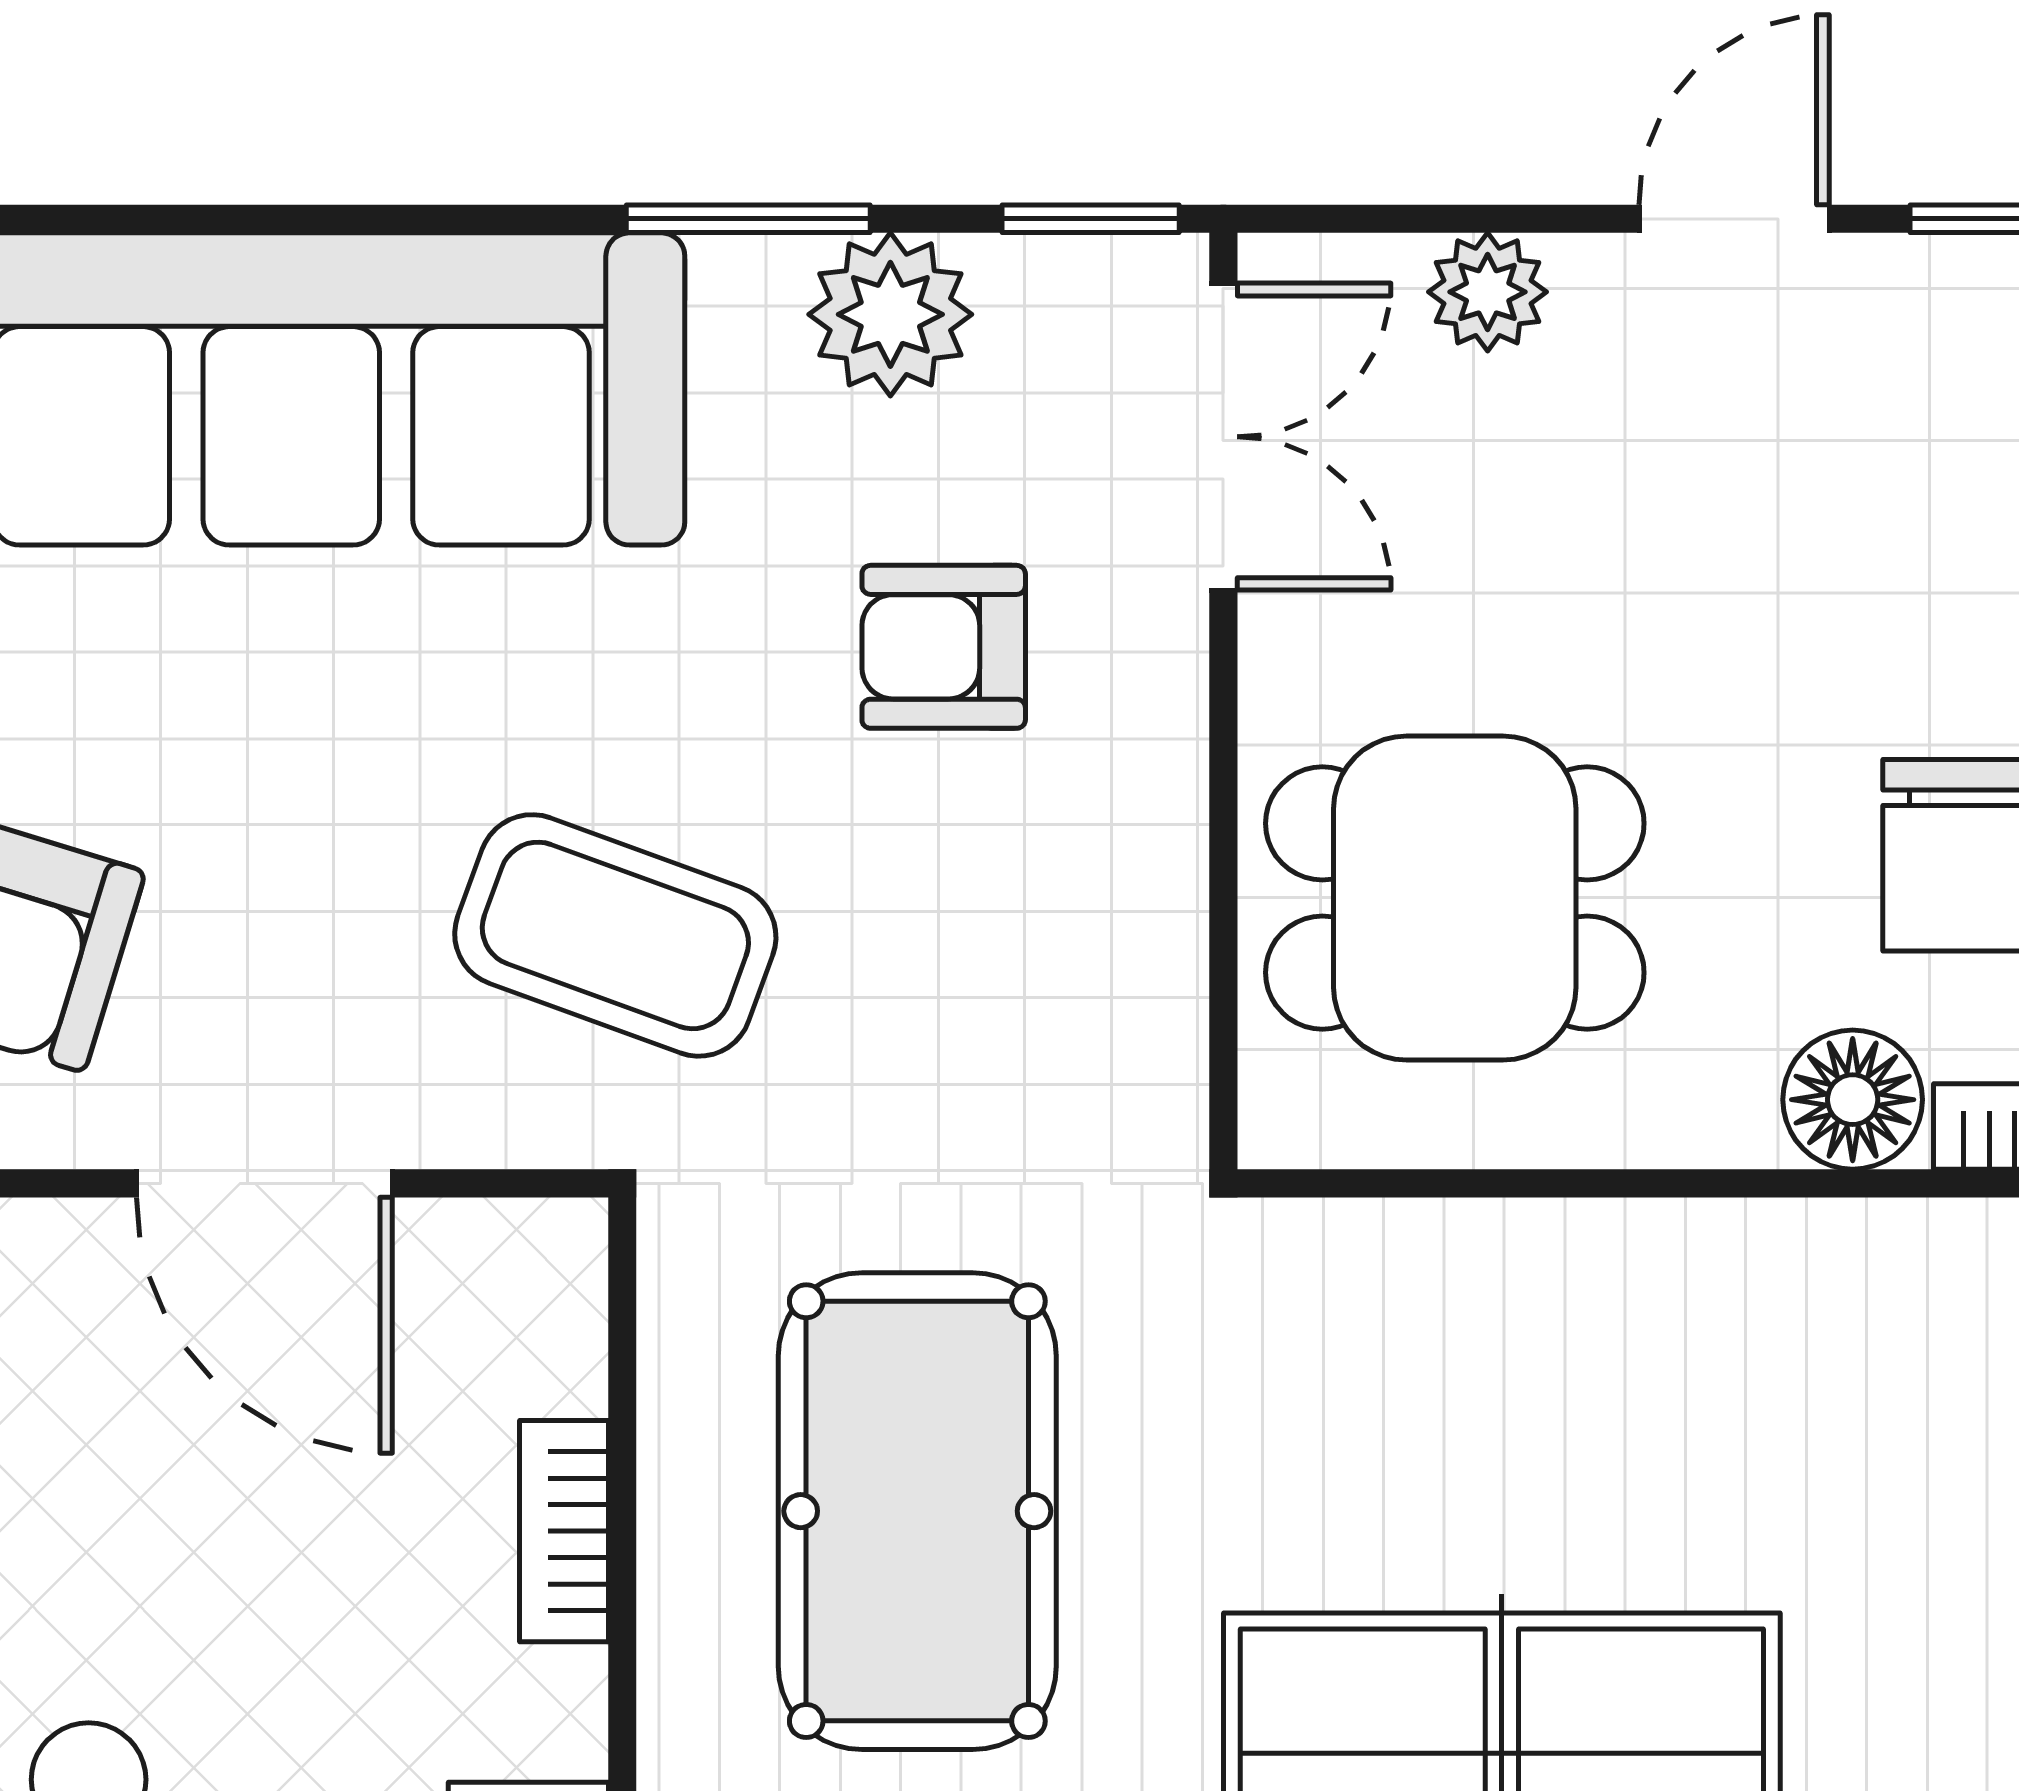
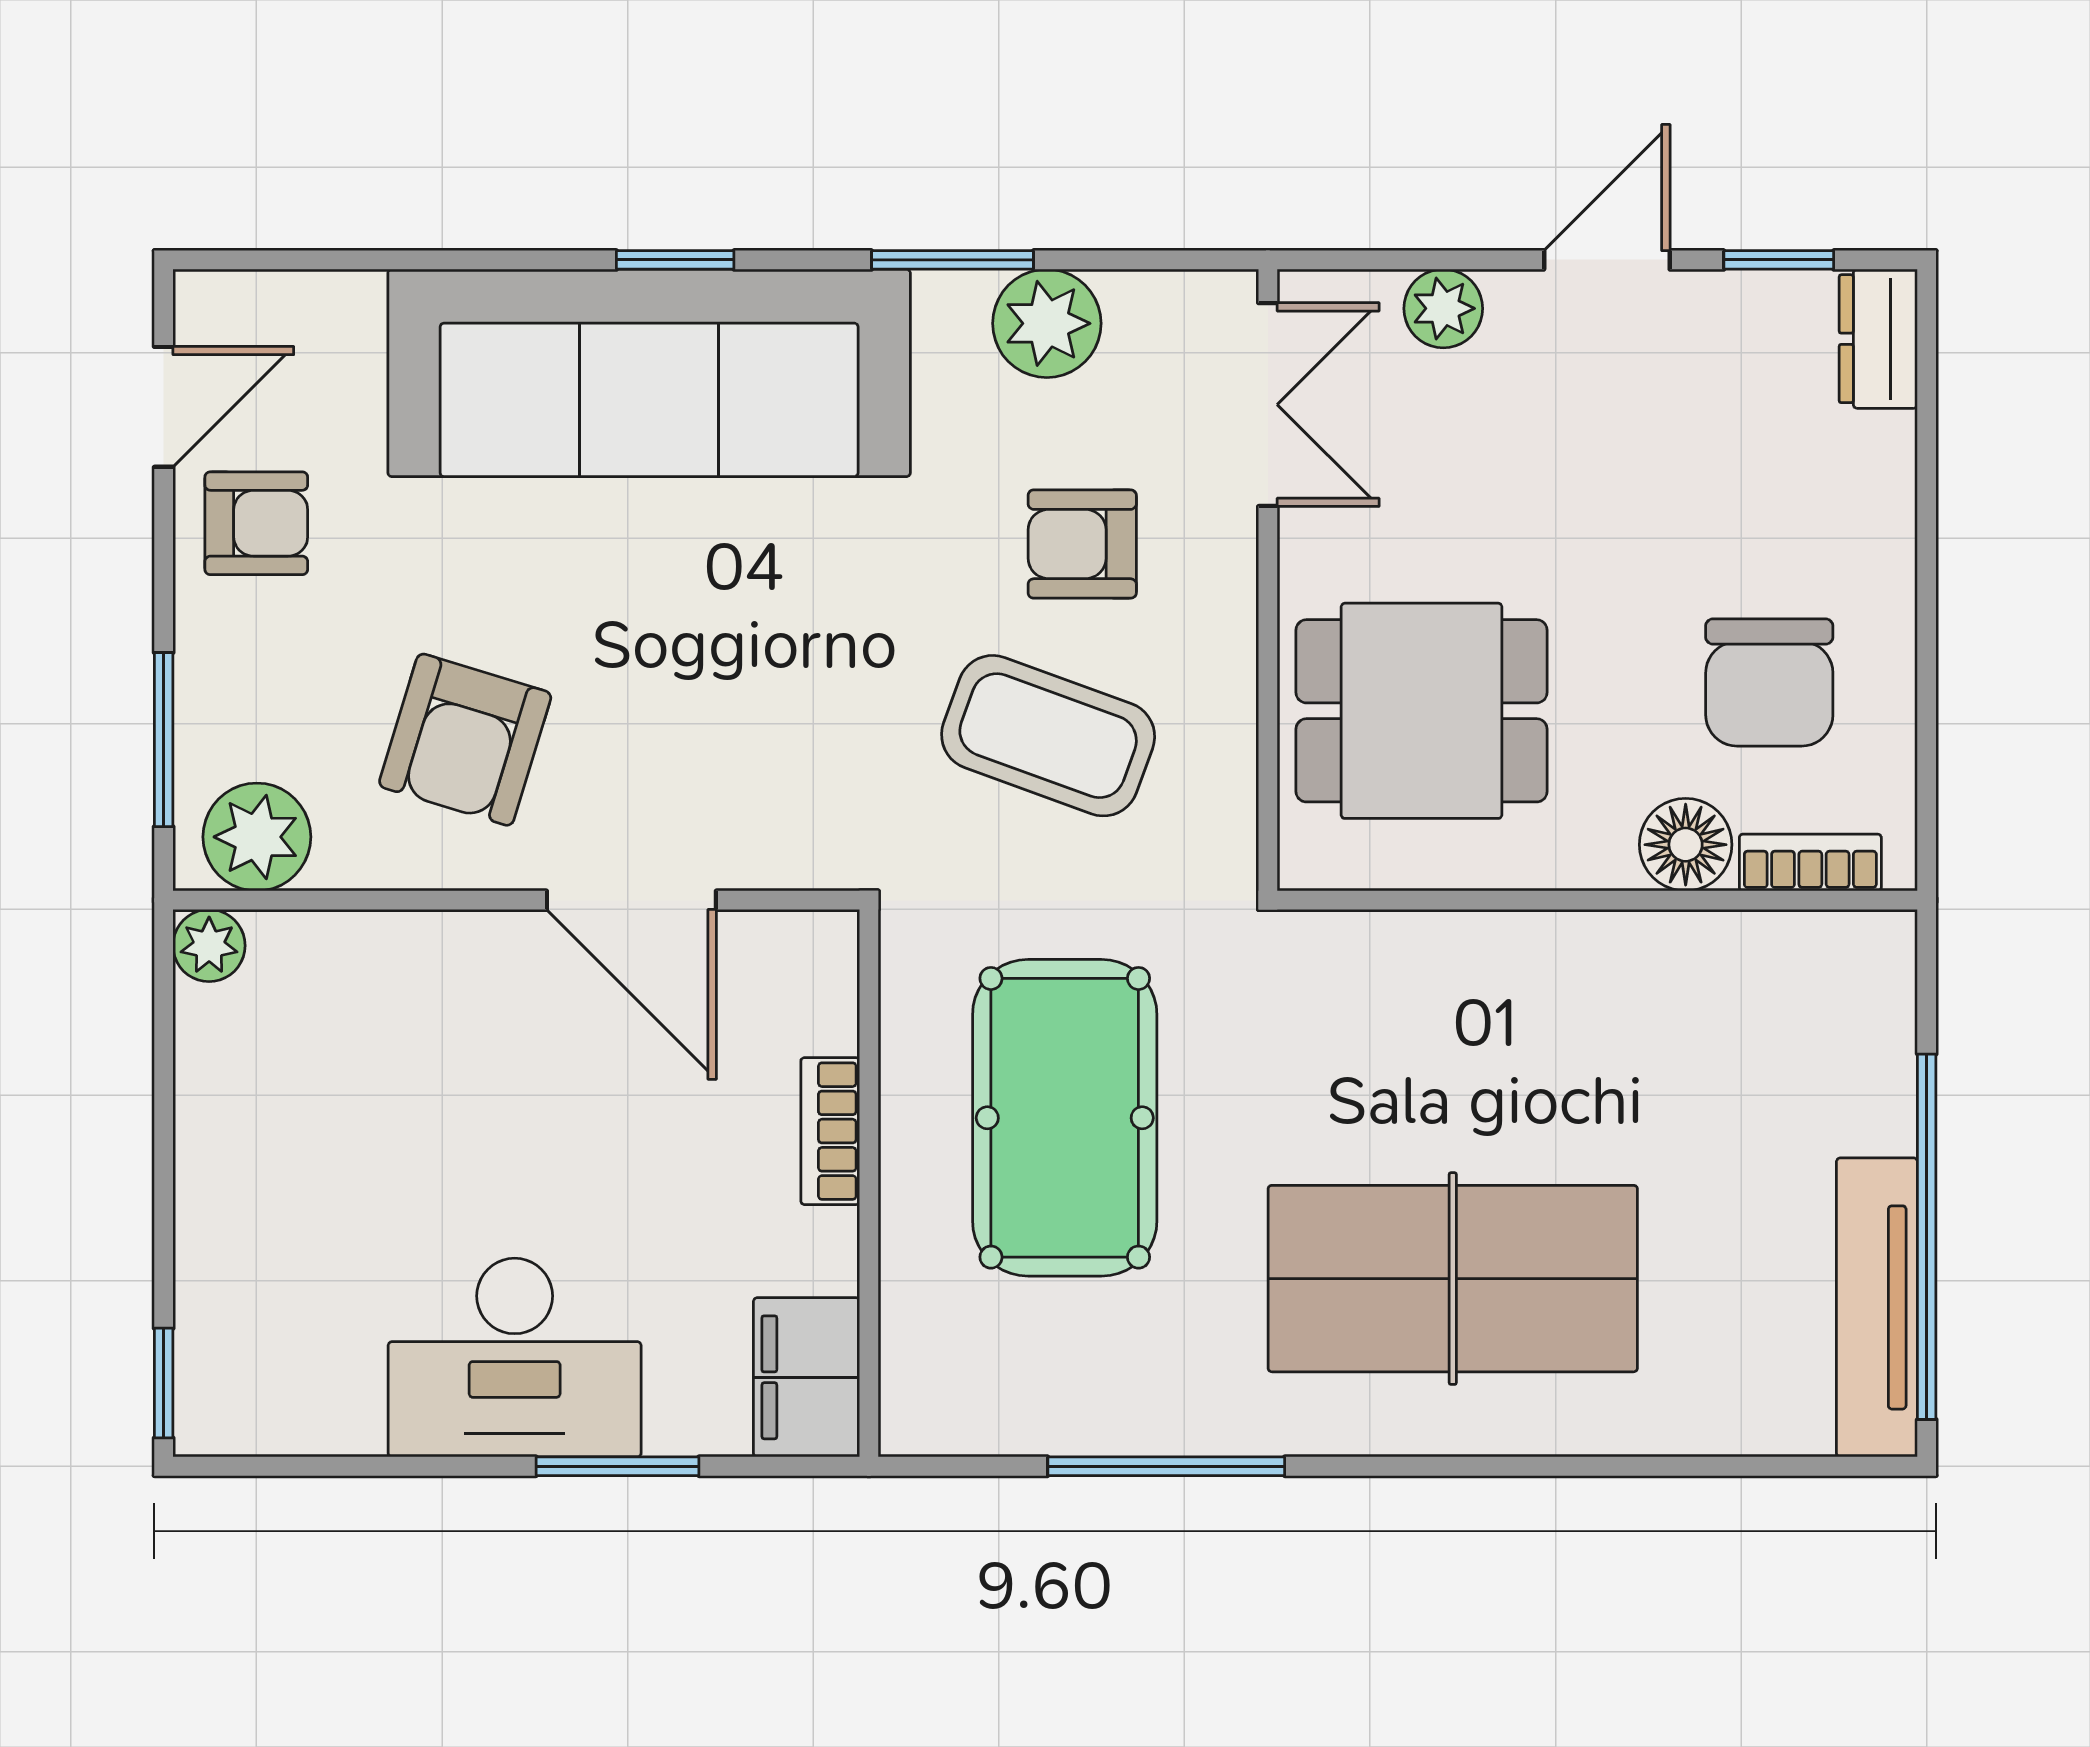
window: (1091, 219) -> (675, 260), moved
coffee table: (615, 935) -> (1048, 736), moved

